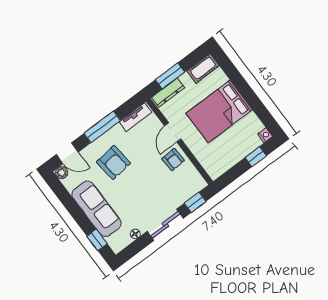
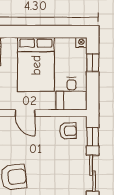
desk: (217, 159) -> (71, 94), added
armchair: (173, 160) -> (68, 131), moved

